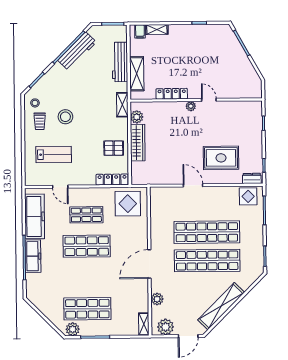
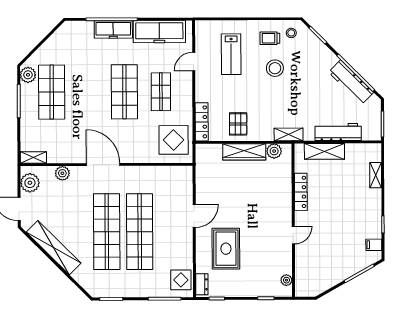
filing cabinet: (140, 31) -> (374, 245), moved
plant: (191, 106) -> (286, 280), moved

